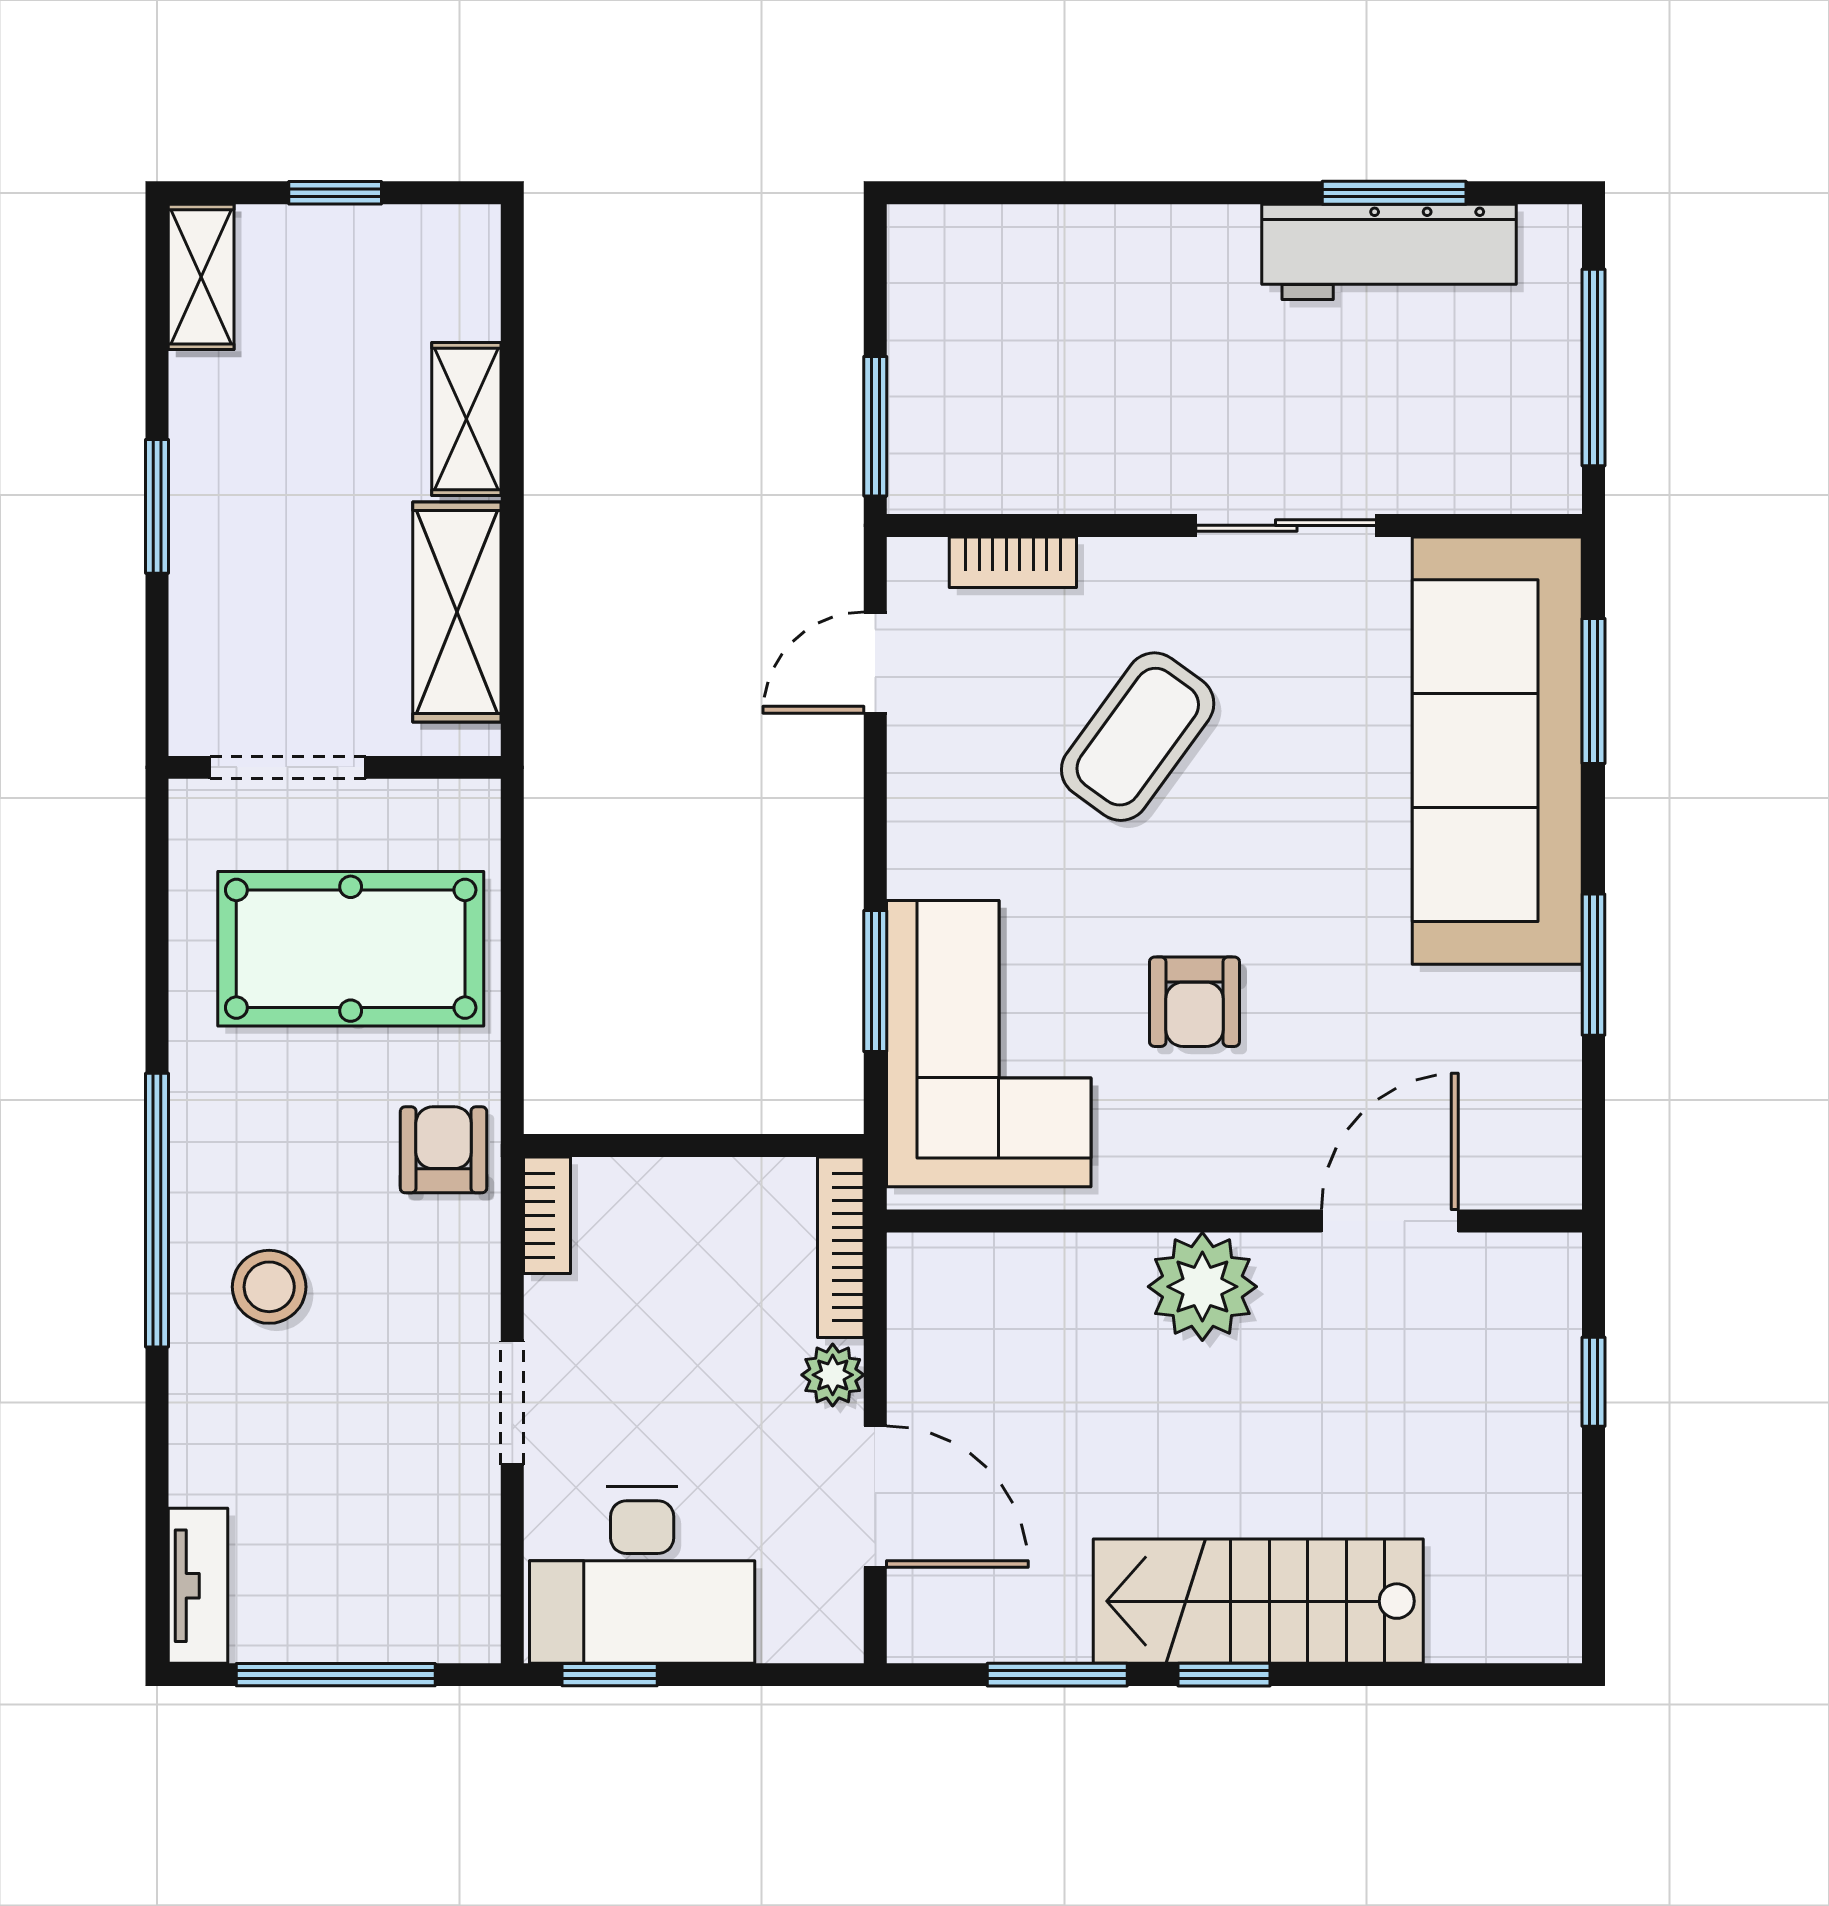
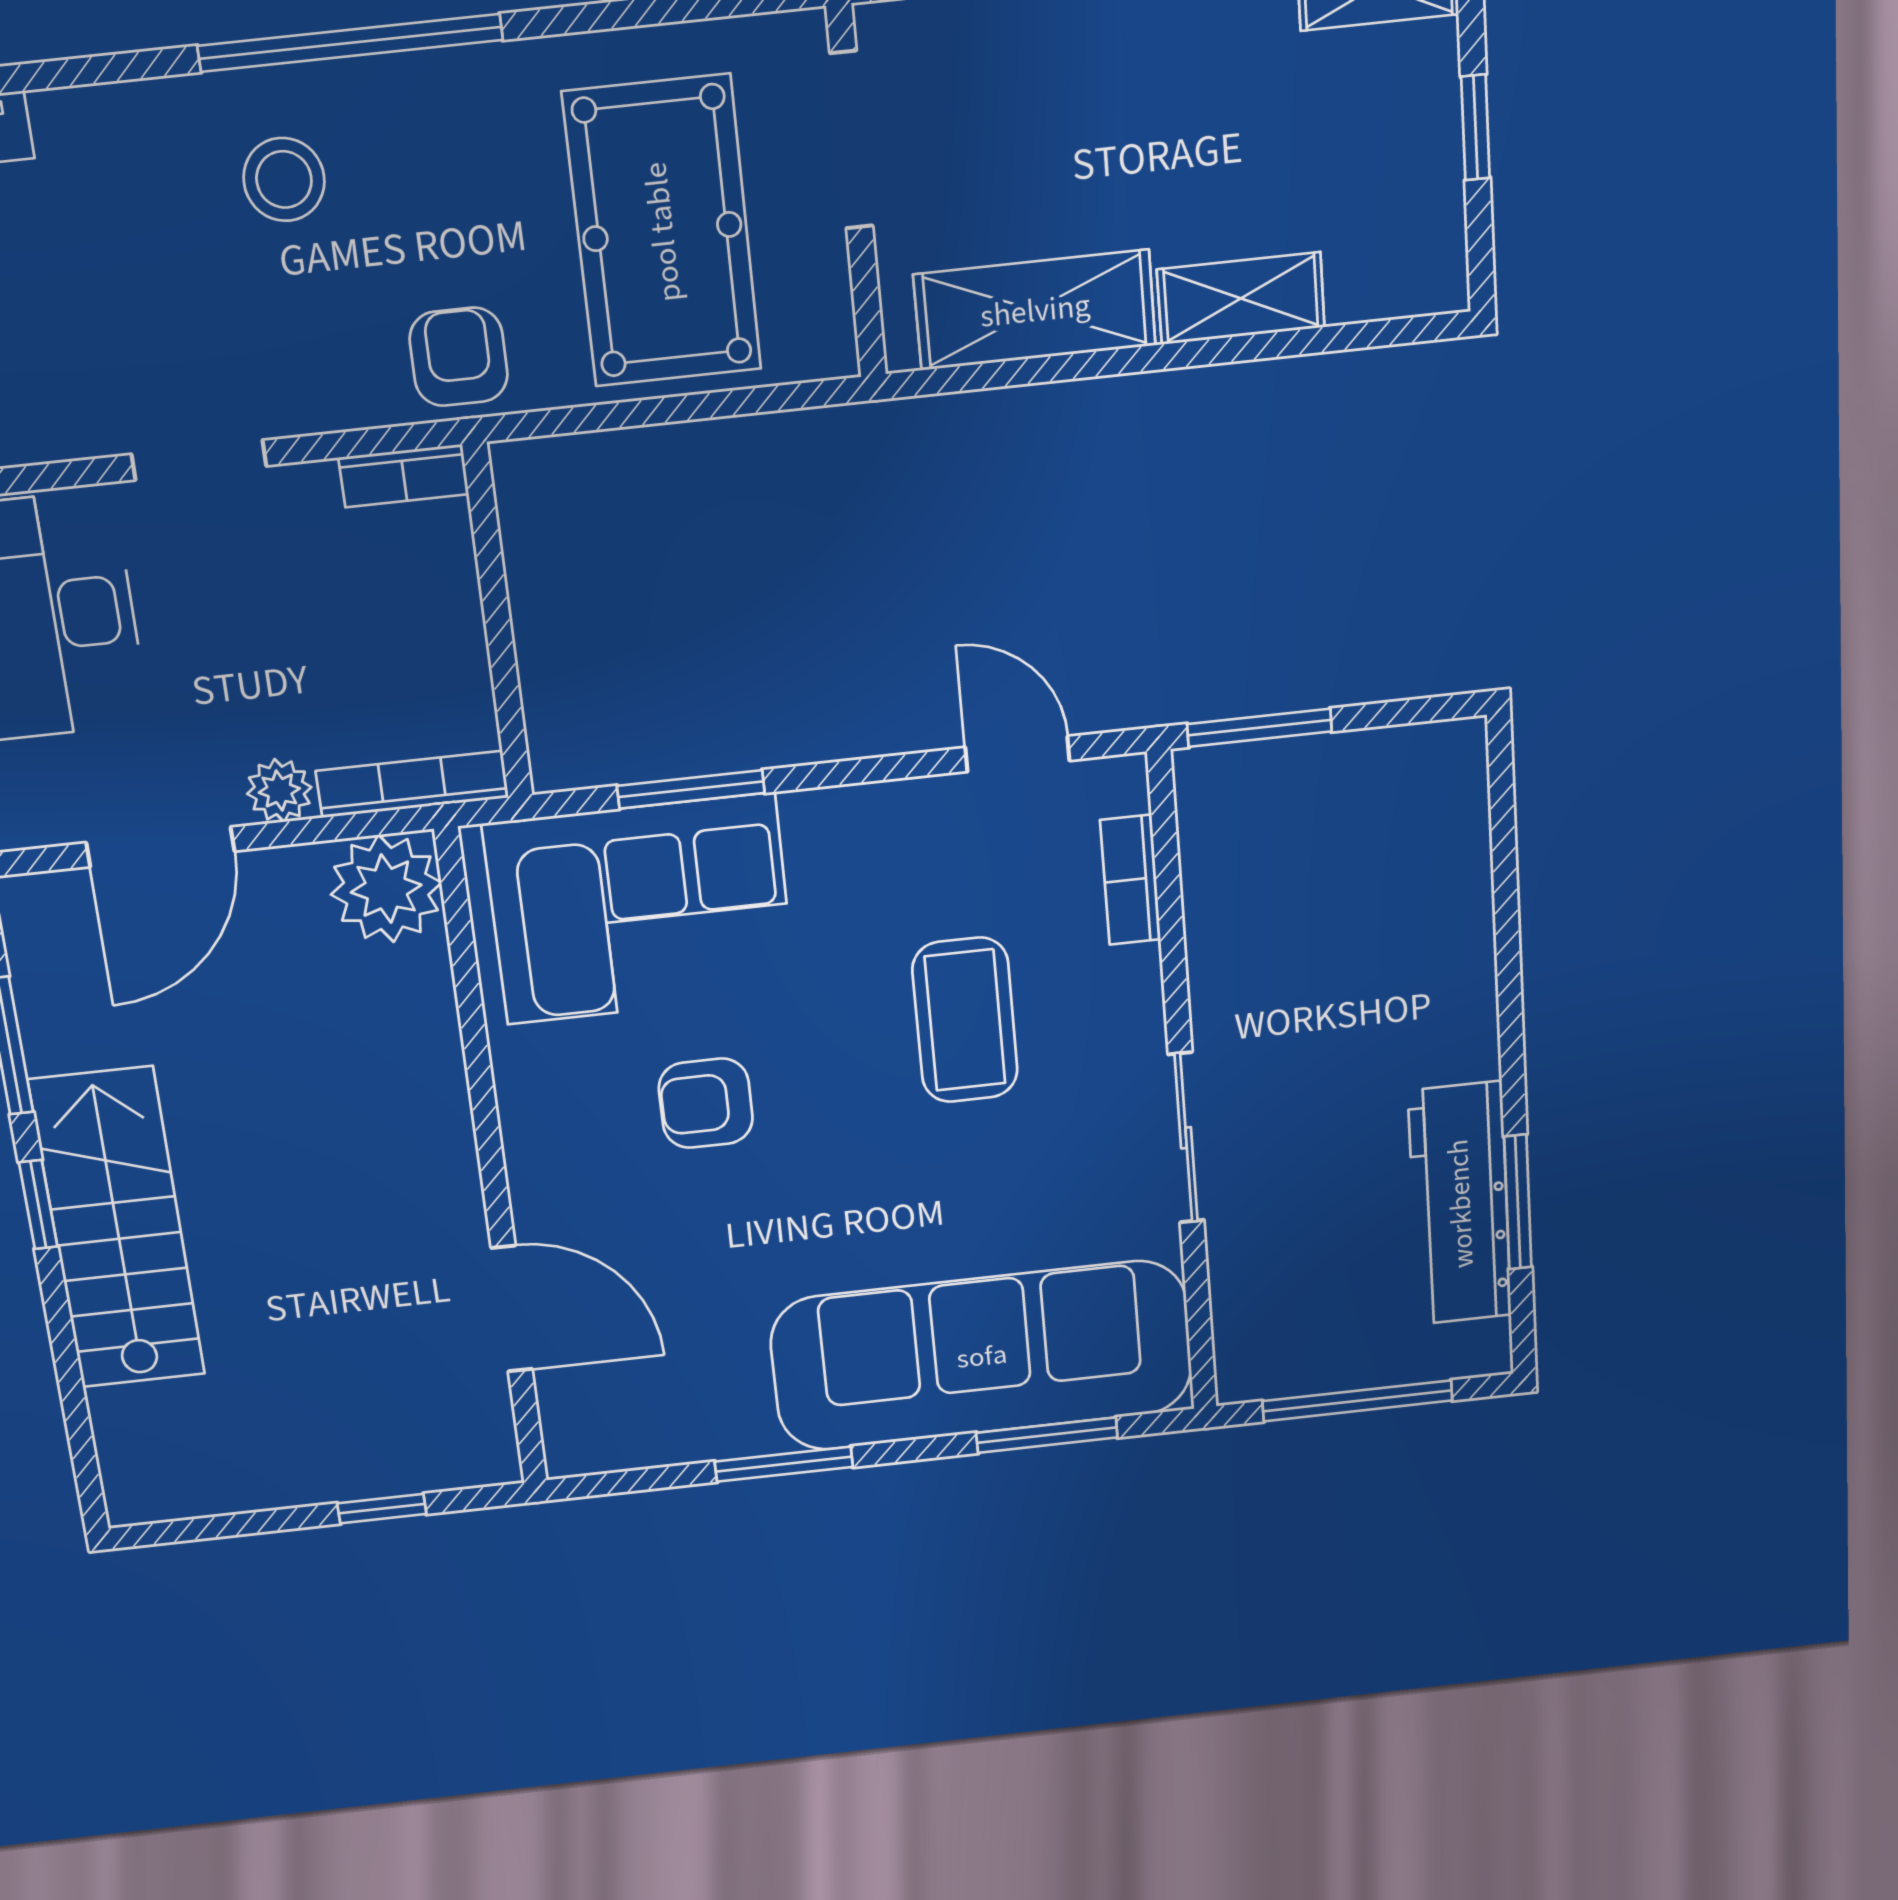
coffee table: (1138, 737) -> (965, 1020), turned 54
armchair: (444, 1150) -> (459, 357), turned -90
plant: (1202, 1287) -> (386, 889), moved

